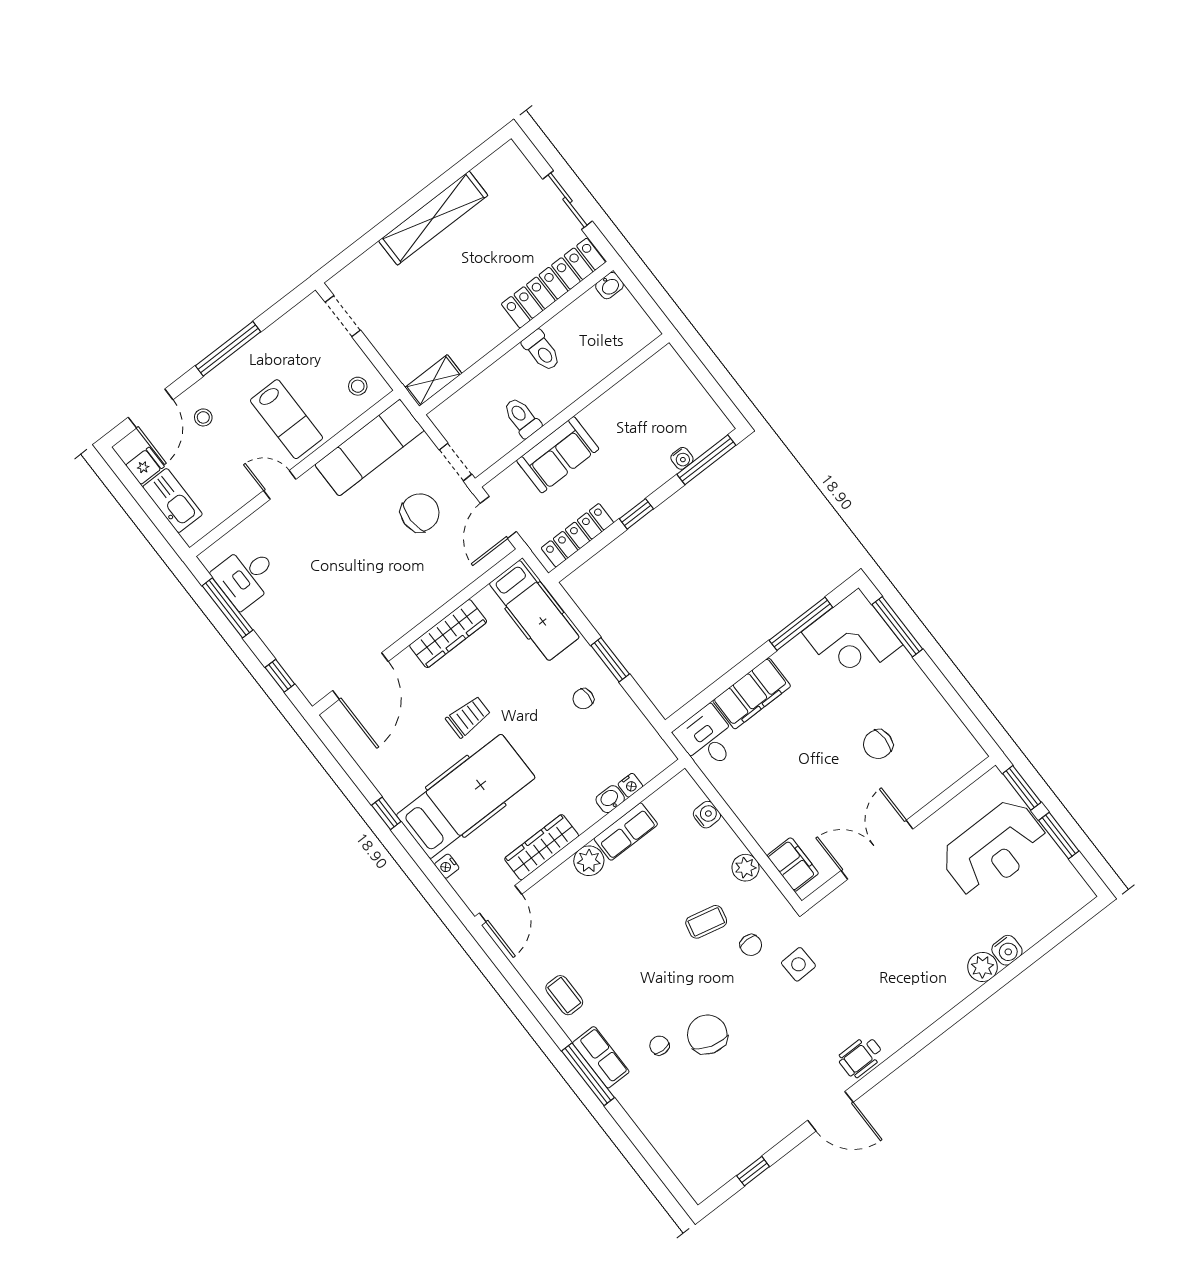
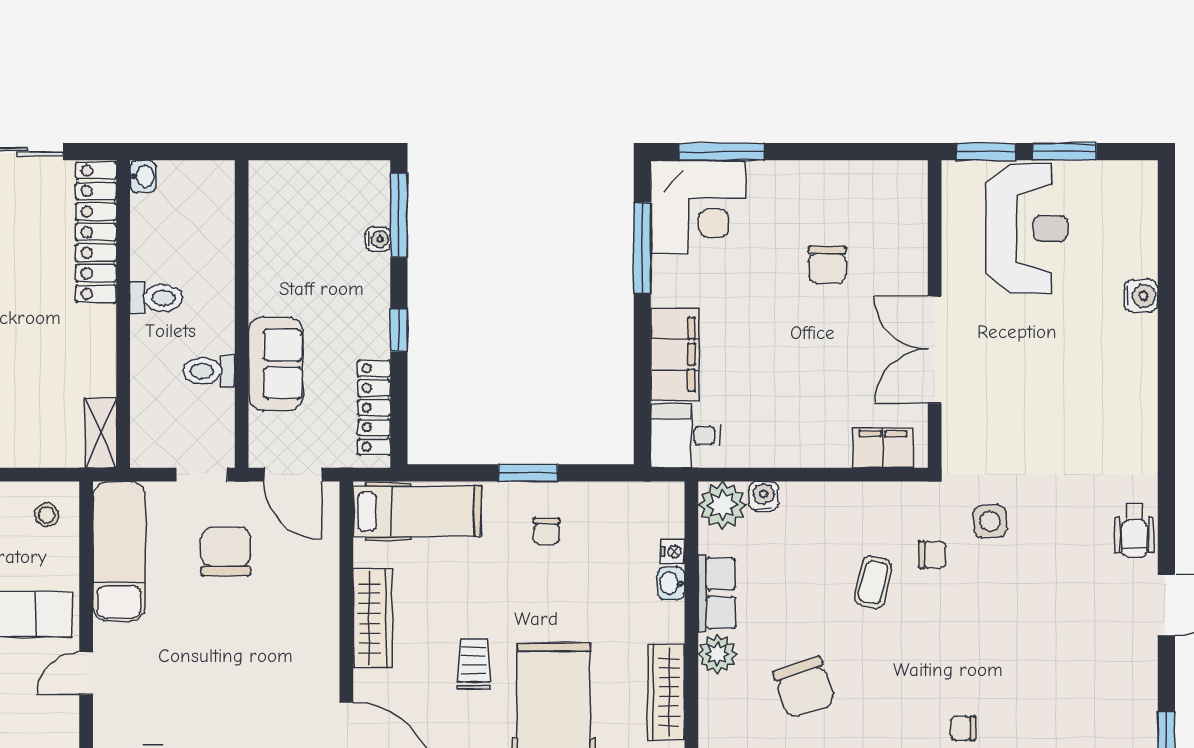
plant: (746, 868) -> (722, 505), moved, width x1.36, depth x1.36
plant: (982, 967) -> (1139, 334), removed
chair: (707, 1034) -> (804, 688), moved, turned -126

